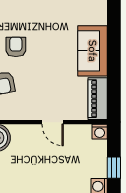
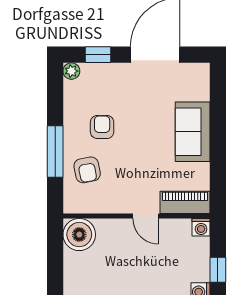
piano: (98, 99) -> (185, 202), moved, turned 90

